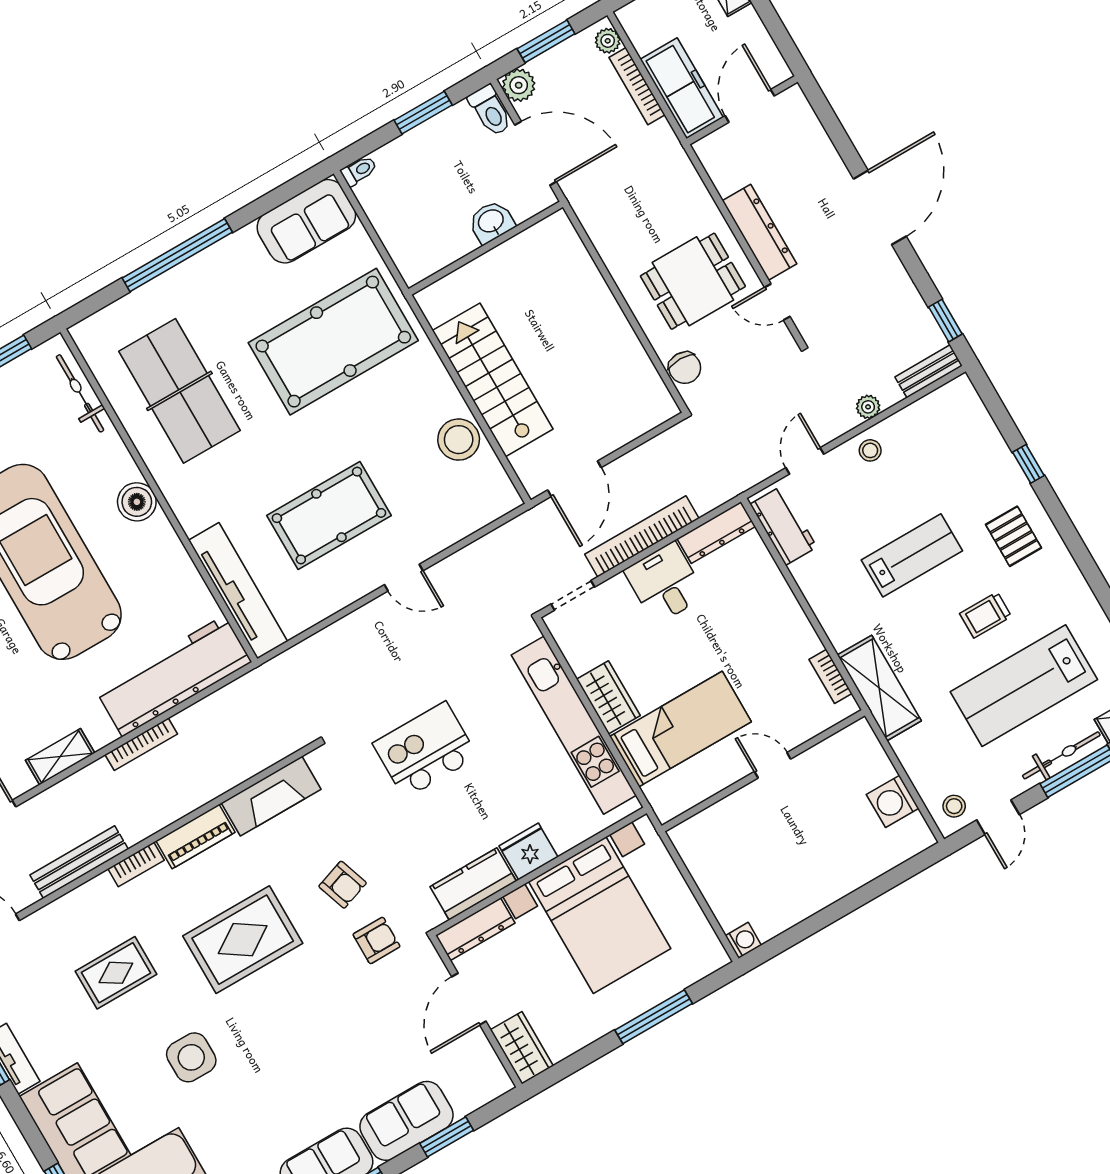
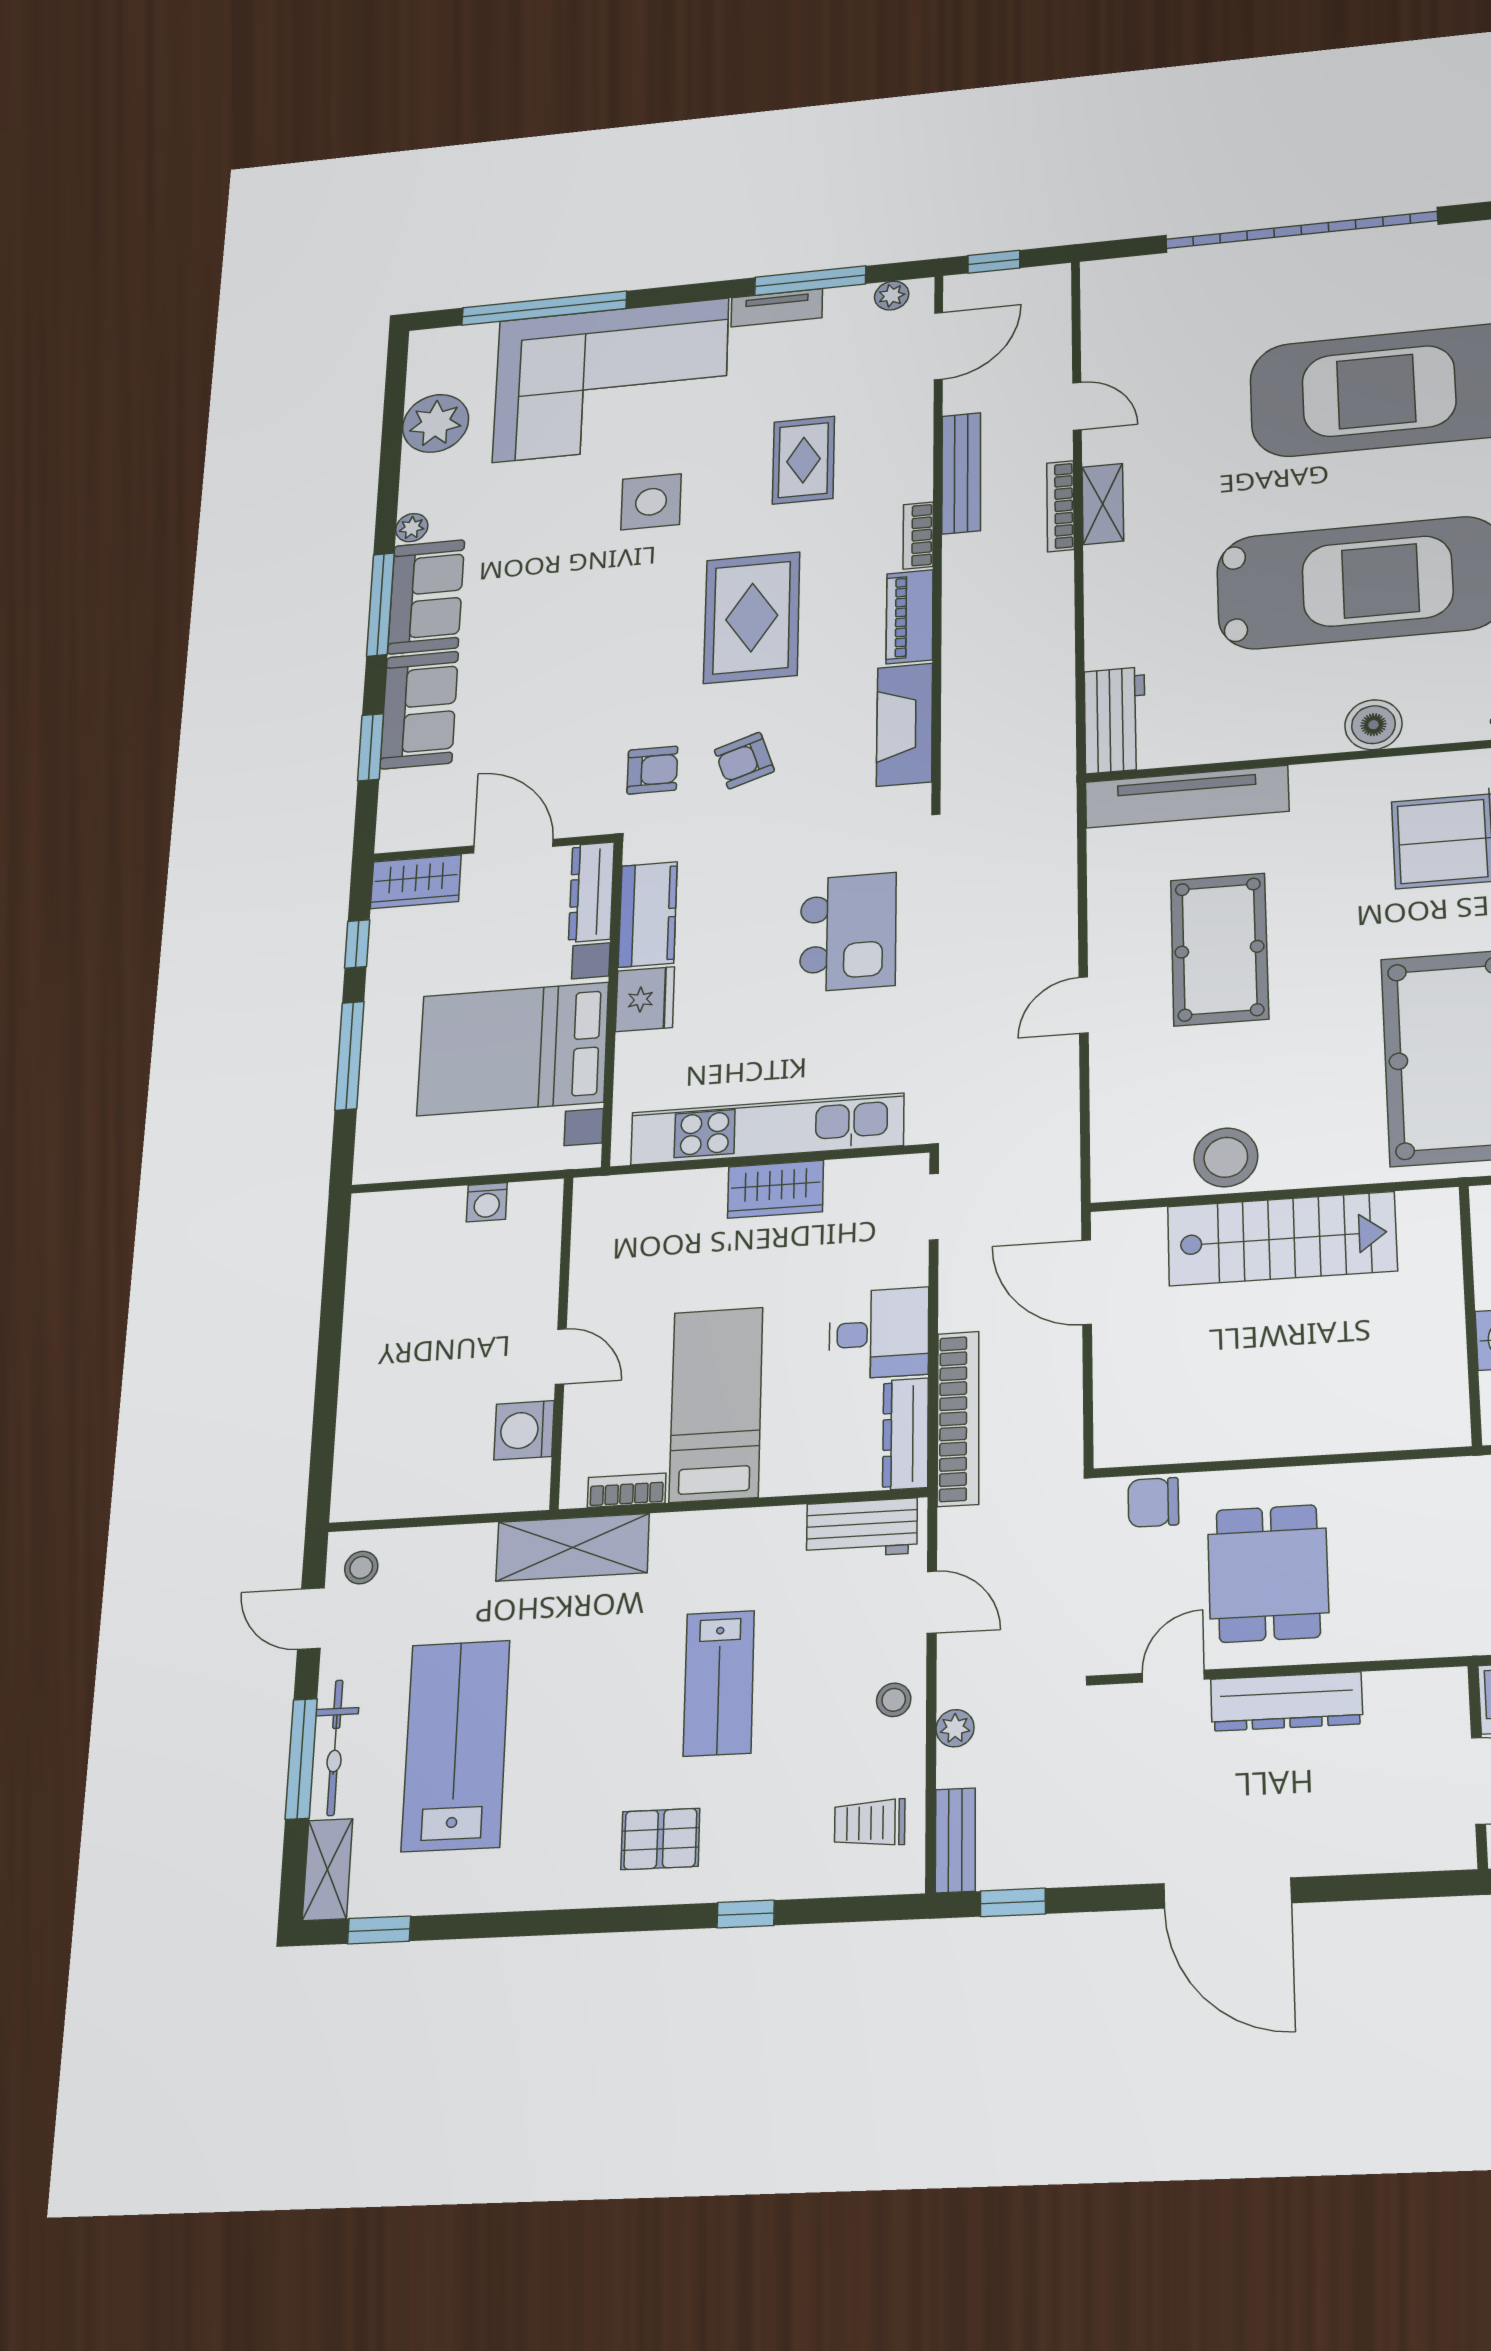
bookcase: (642, 536) -> (958, 1419), moved
trolley: (985, 615) -> (870, 1823), moved, turned -90
workbench: (173, 676) -> (1115, 720), width x0.53, depth x0.76
bed: (680, 729) -> (716, 1404), moved, turned 180
bookcase: (141, 744) -> (1061, 506), moved
door: (773, 765) -> (561, 1356), hinge flipped
washing machine: (893, 801) -> (524, 1430), moved, turned -90
armchair: (376, 940) -> (652, 770), turned -90
washing machine: (743, 940) -> (487, 1202), moved
window: (580, 1059) -> (357, 944), added

